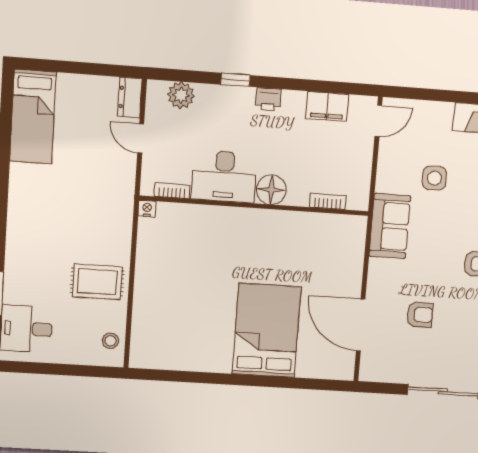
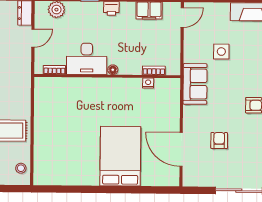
door: (141, 138) -> (33, 38), swing flipped
floor lamp: (271, 190) -> (113, 70), width x0.53, depth x0.53
nightstand: (147, 209) -> (148, 83), moved
armchair: (420, 315) -> (219, 141), turned -90

